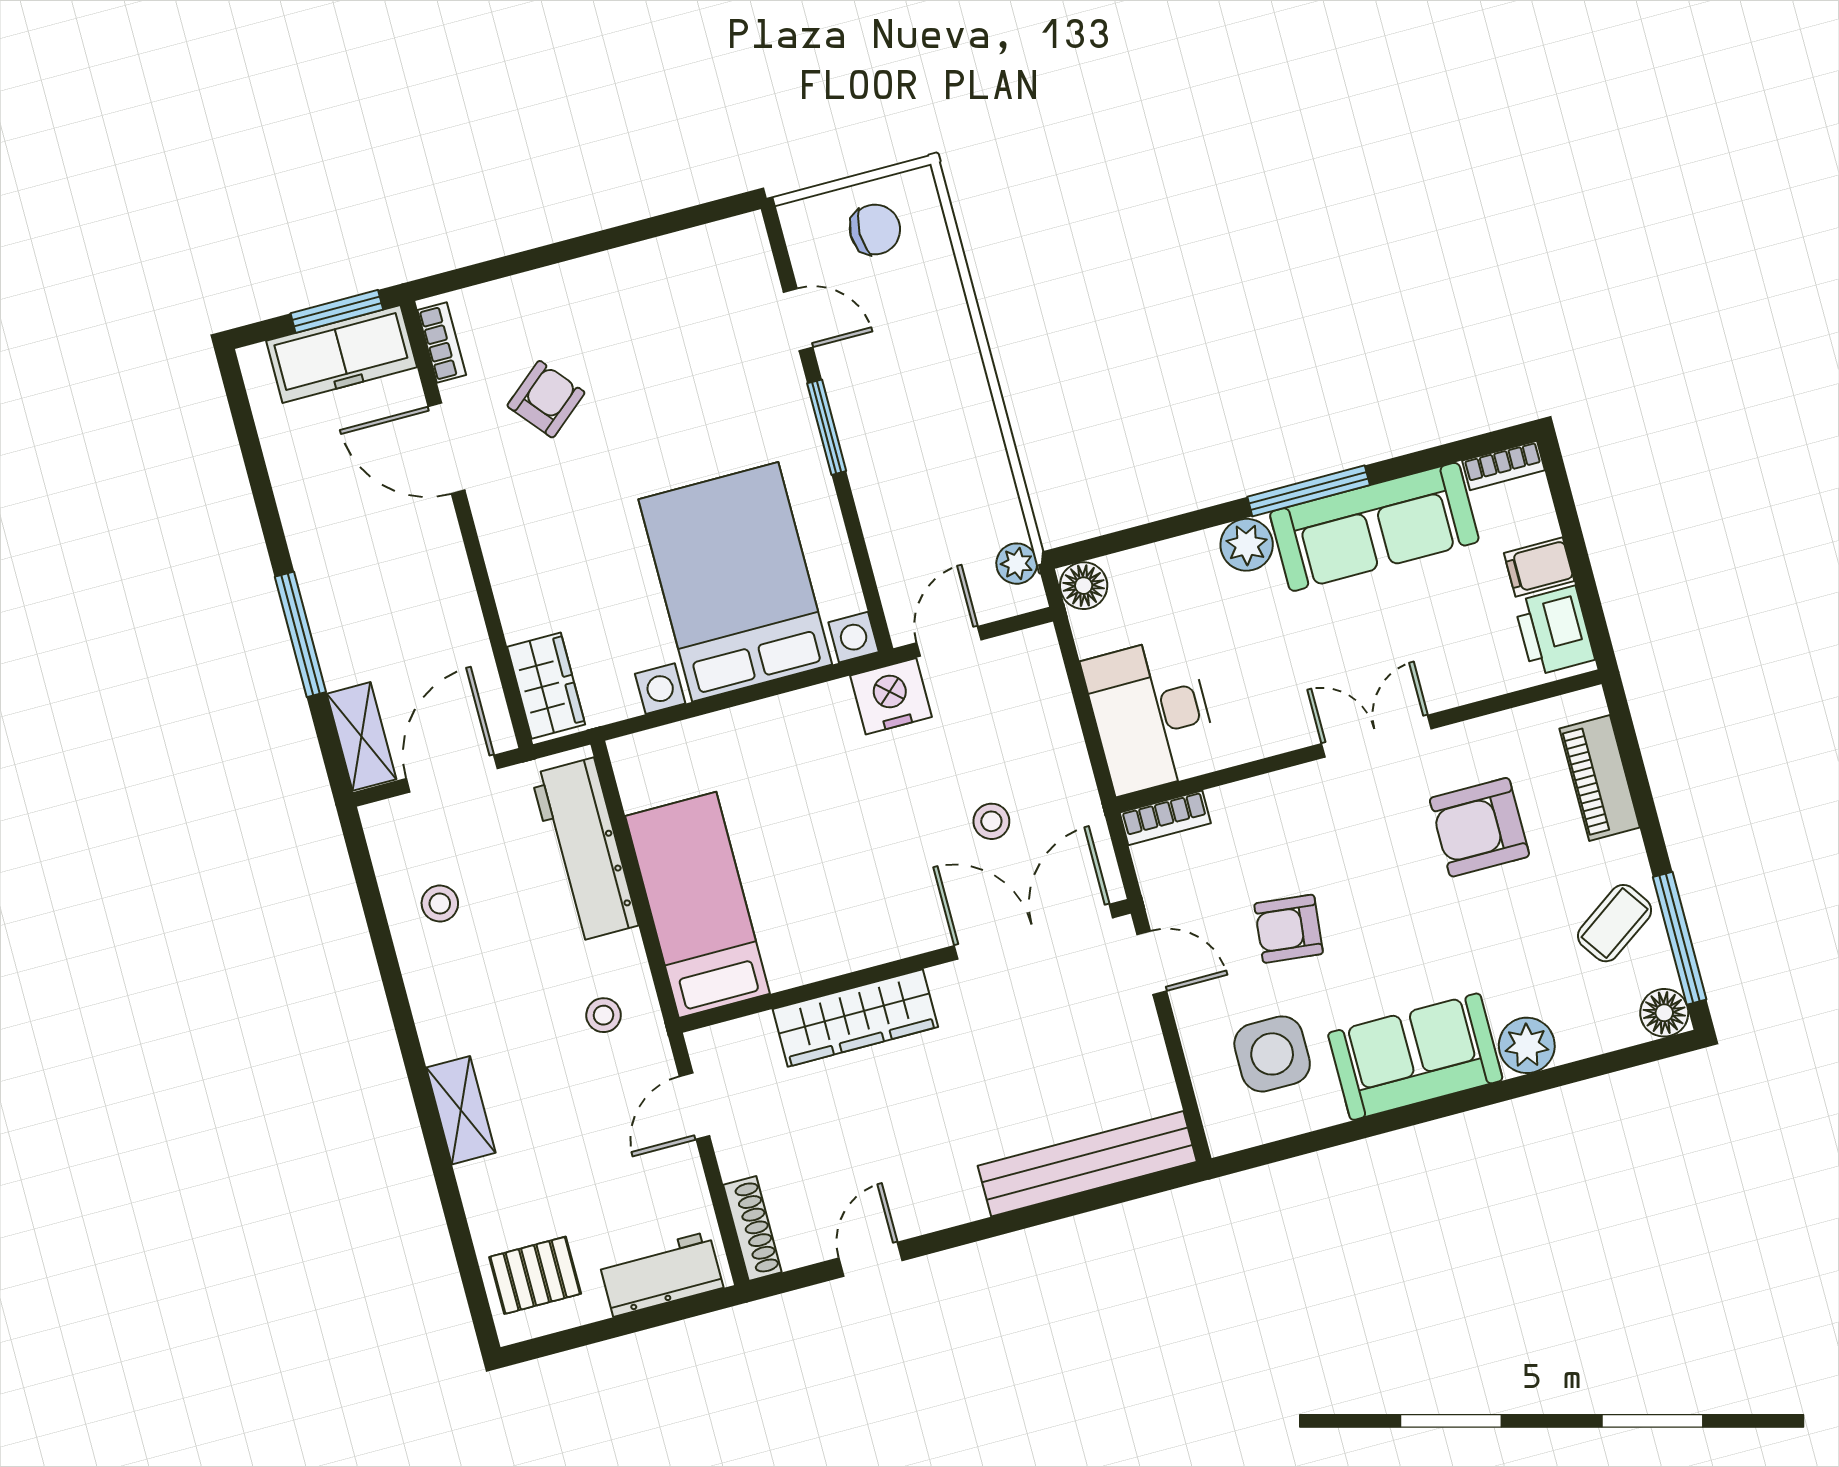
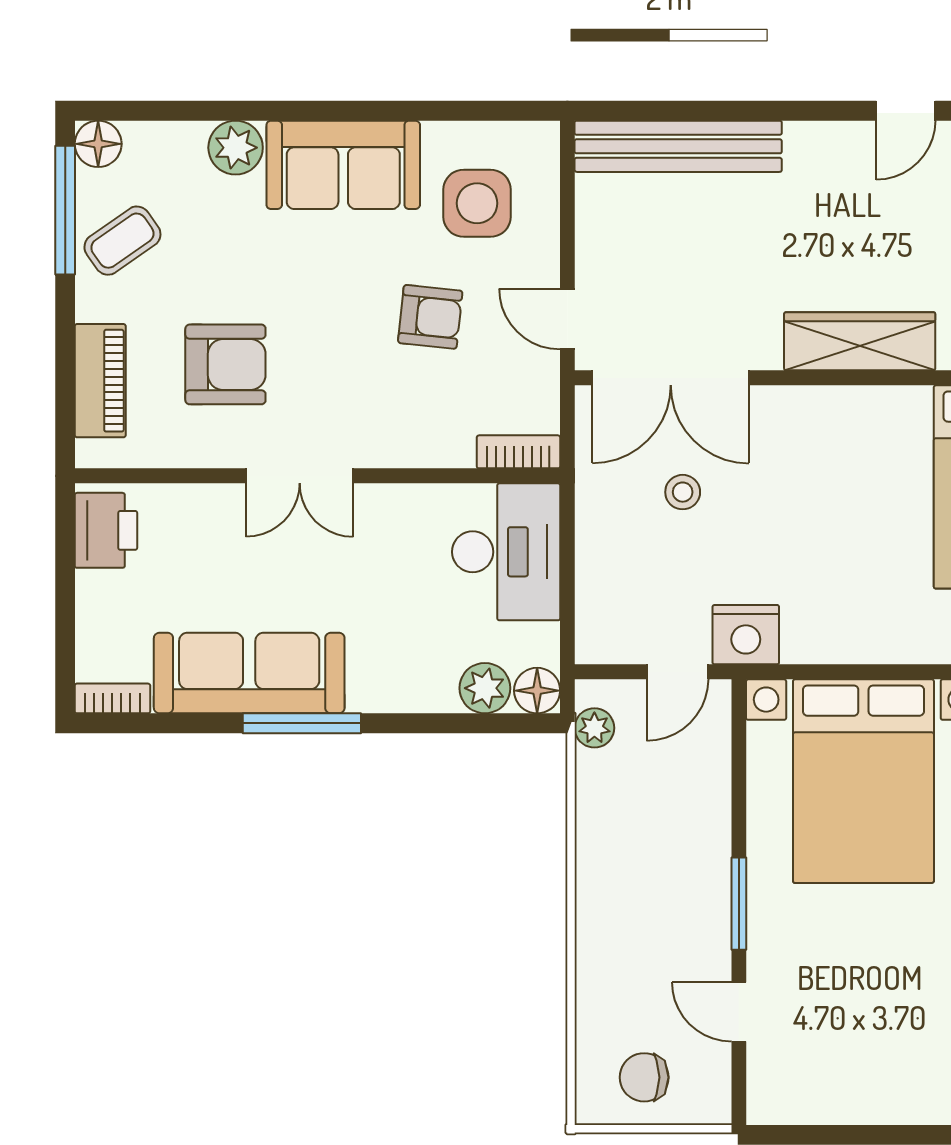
plant: (1247, 545) -> (485, 688), moved
filing cabinet: (1539, 567) -> (104, 594), removed

